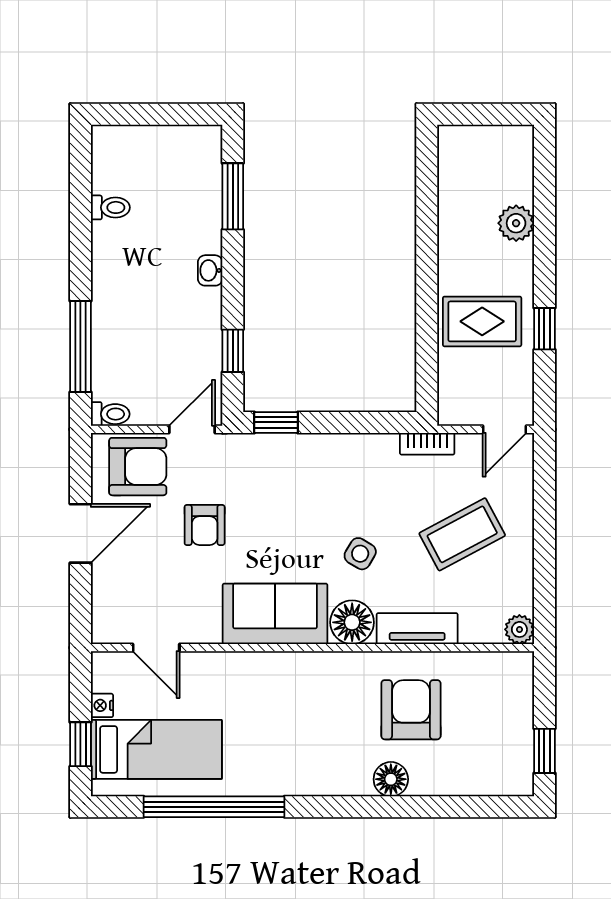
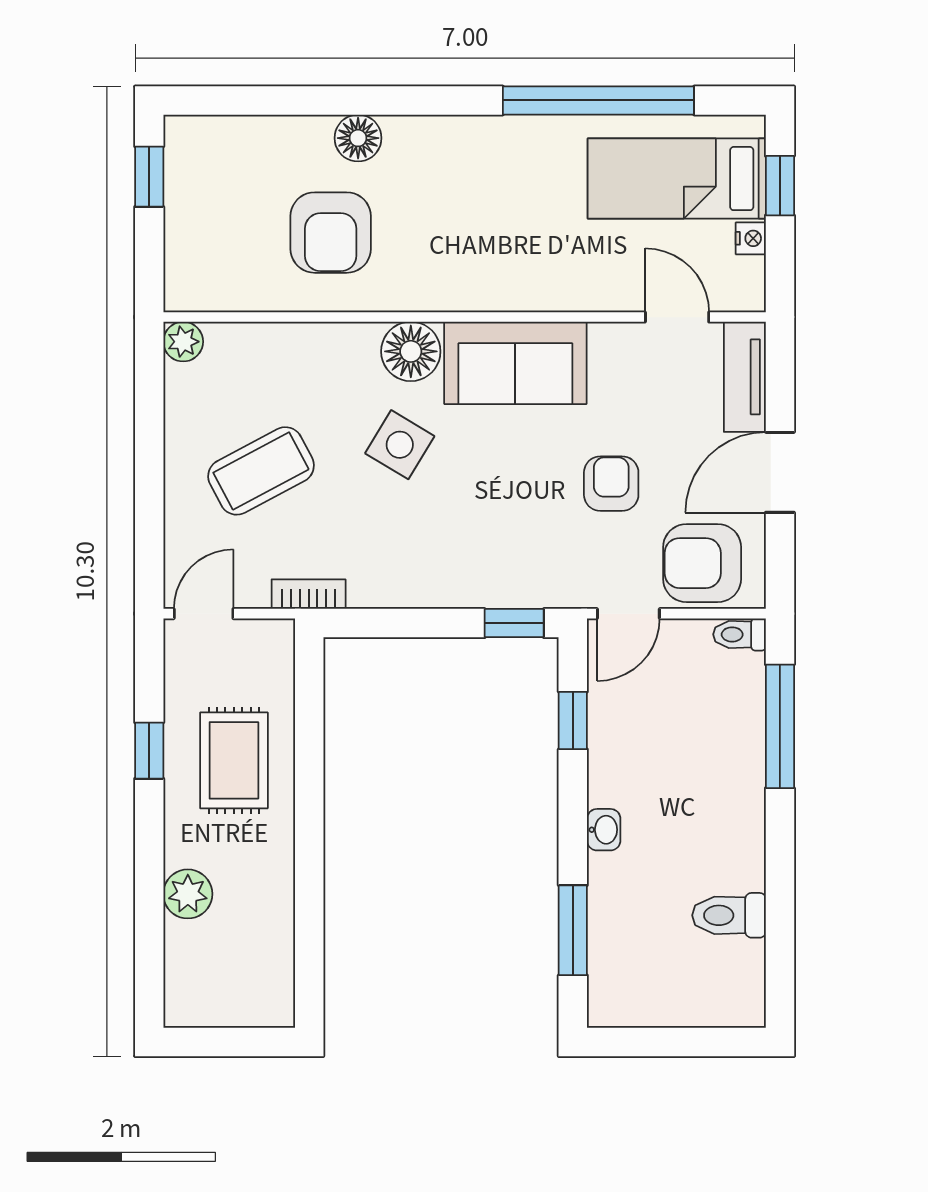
toilet: (110, 207) -> (729, 915), width x1.37, depth x1.39
rug: (482, 321) -> (234, 760), turned 90
side table: (360, 554) -> (400, 445), width x1.37, depth x1.37
tv unit: (417, 629) -> (745, 377), moved, turned 90

